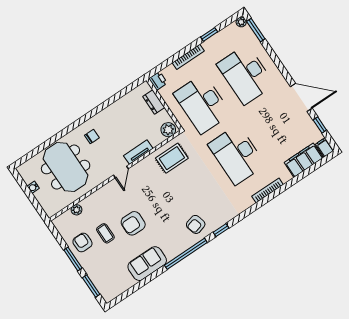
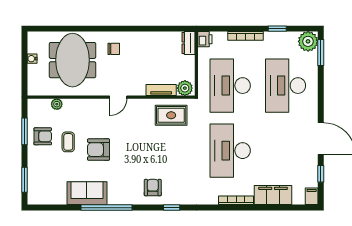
plant: (241, 22) -> (308, 41), width x1.88, depth x1.88
dresser: (154, 102) -> (188, 43), moved
tv unit: (138, 152) -> (161, 90), moved
filing cabinet: (304, 160) -> (273, 195), moved
armchair: (196, 224) -> (153, 188), turned 105
armchair: (82, 242) -> (43, 136), turned 90
window: (186, 254) -> (106, 208), moved
window: (73, 259) -> (25, 131), moved

